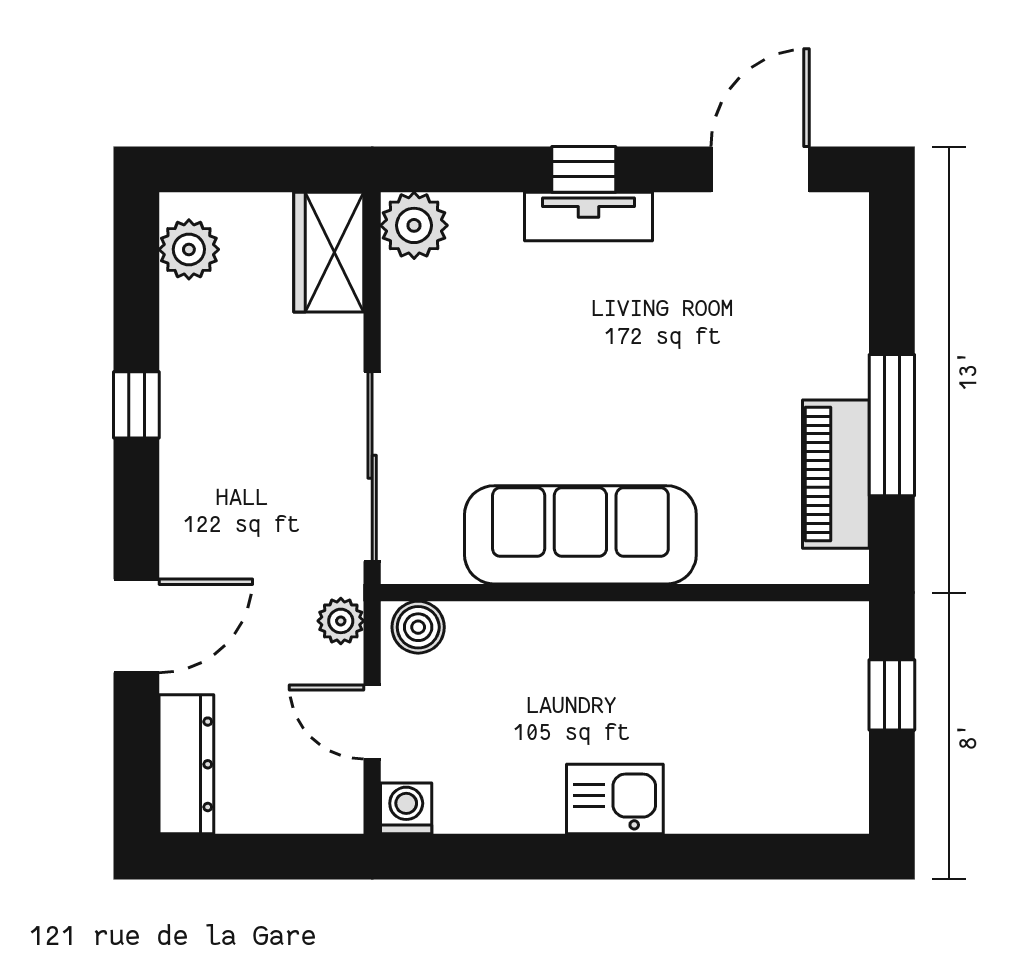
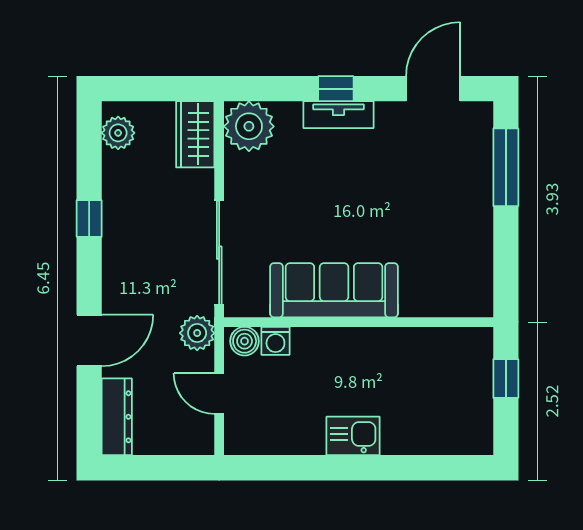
plant: (414, 225) -> (249, 126), width x1.36, depth x1.36
window: (892, 425) -> (506, 167), moved
piano: (836, 474) -> (475, 257), removed
plant: (341, 621) -> (197, 333), width x1.38, depth x1.38
washing machine: (406, 808) -> (275, 341), moved, turned 180

